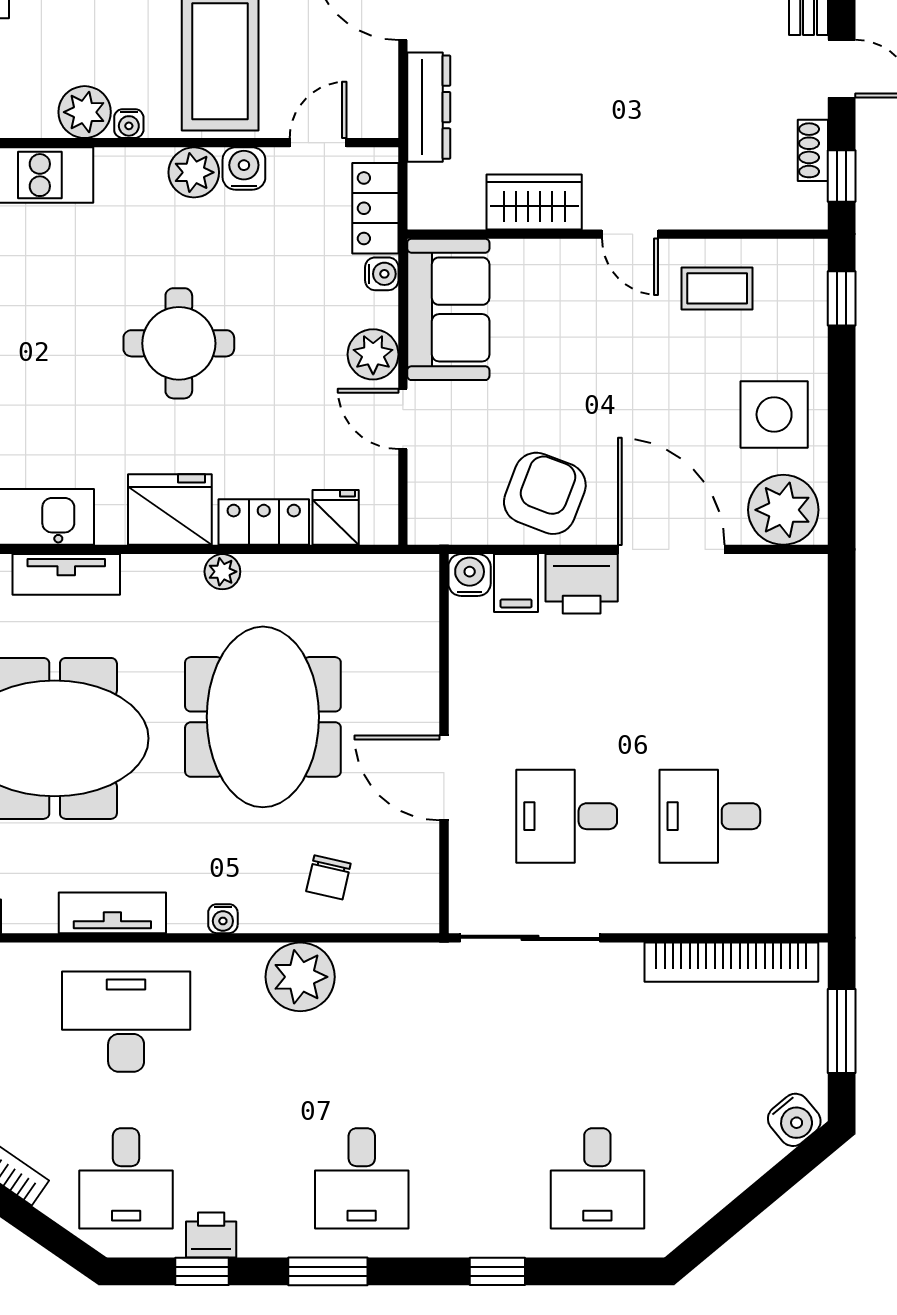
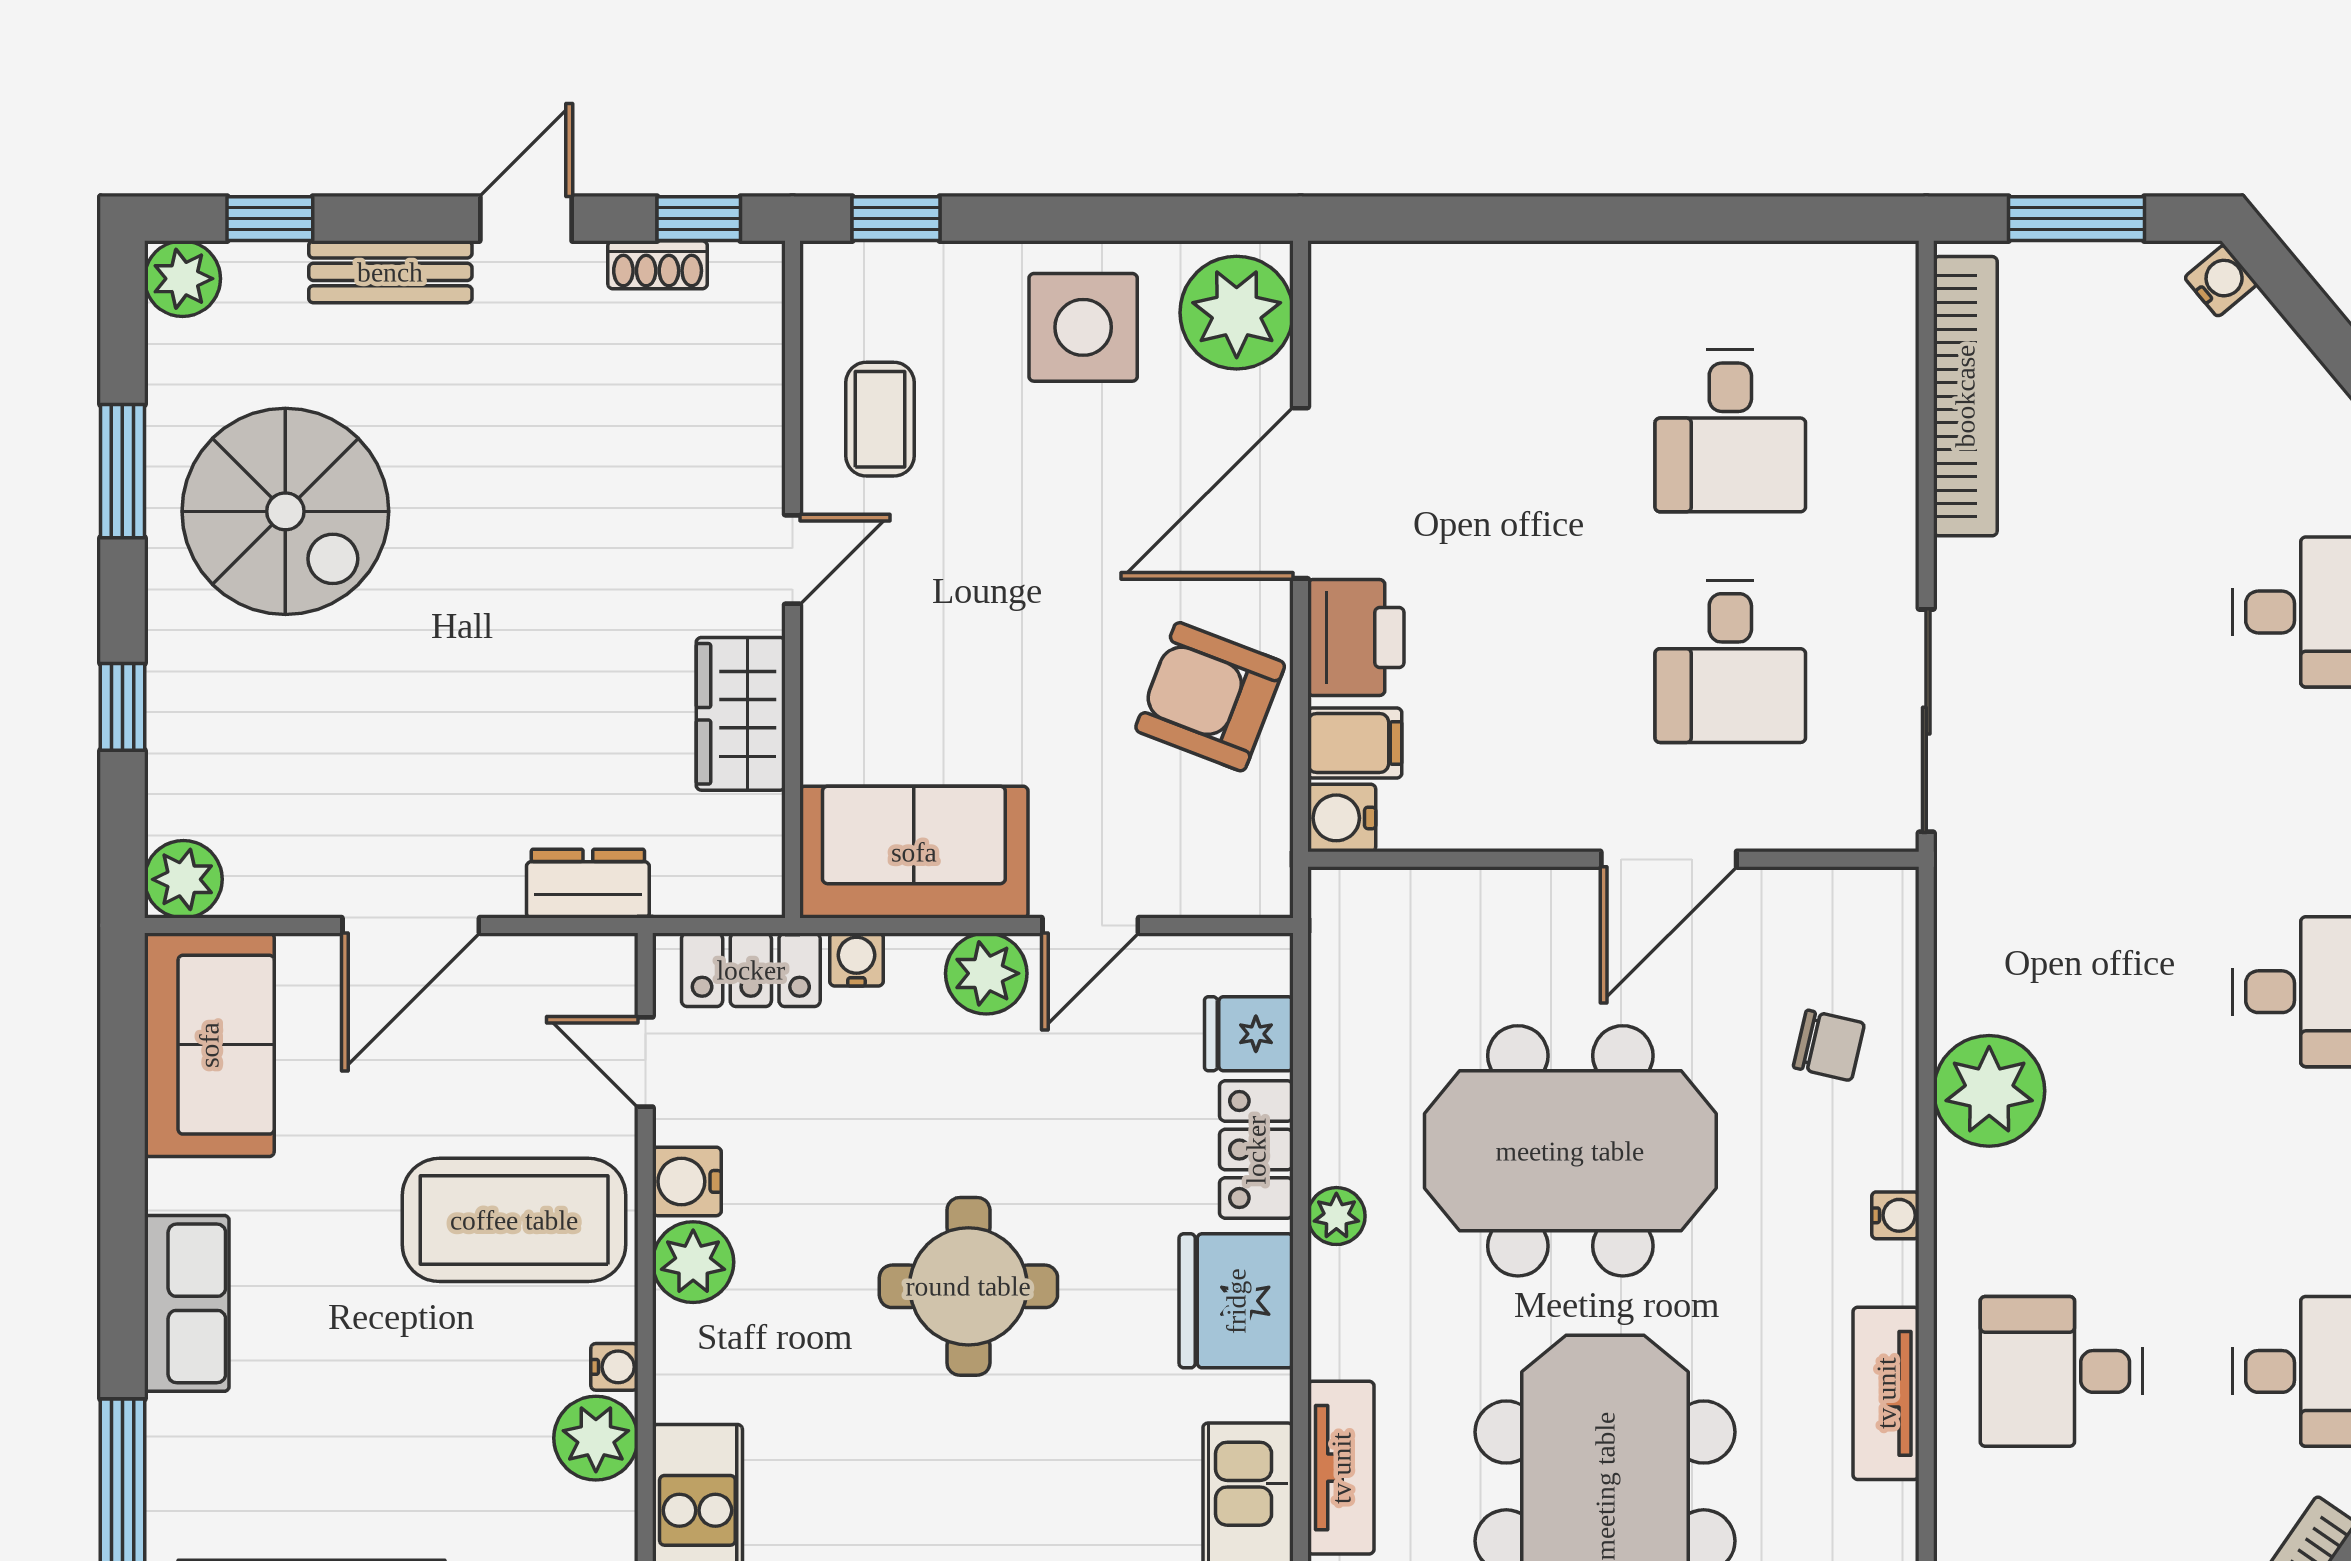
dresser: (429, 107) -> (588, 884), width x0.70
desk: (126, 1022) -> (2061, 1371), width x0.73
water cooler: (794, 1120) -> (2221, 281), width x0.72, depth x0.72

